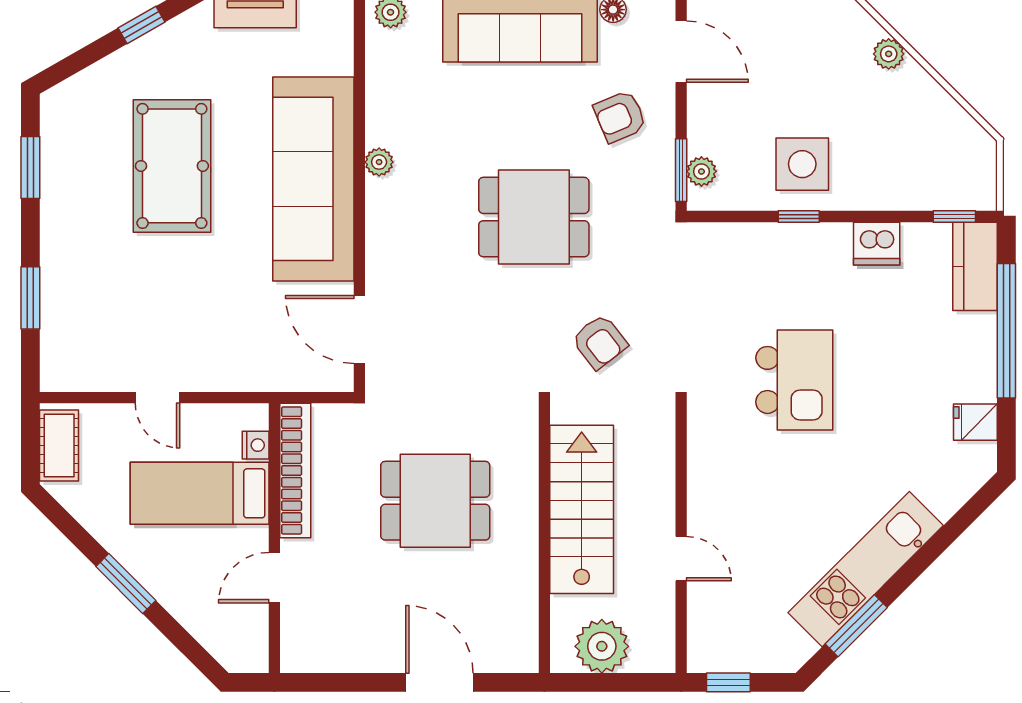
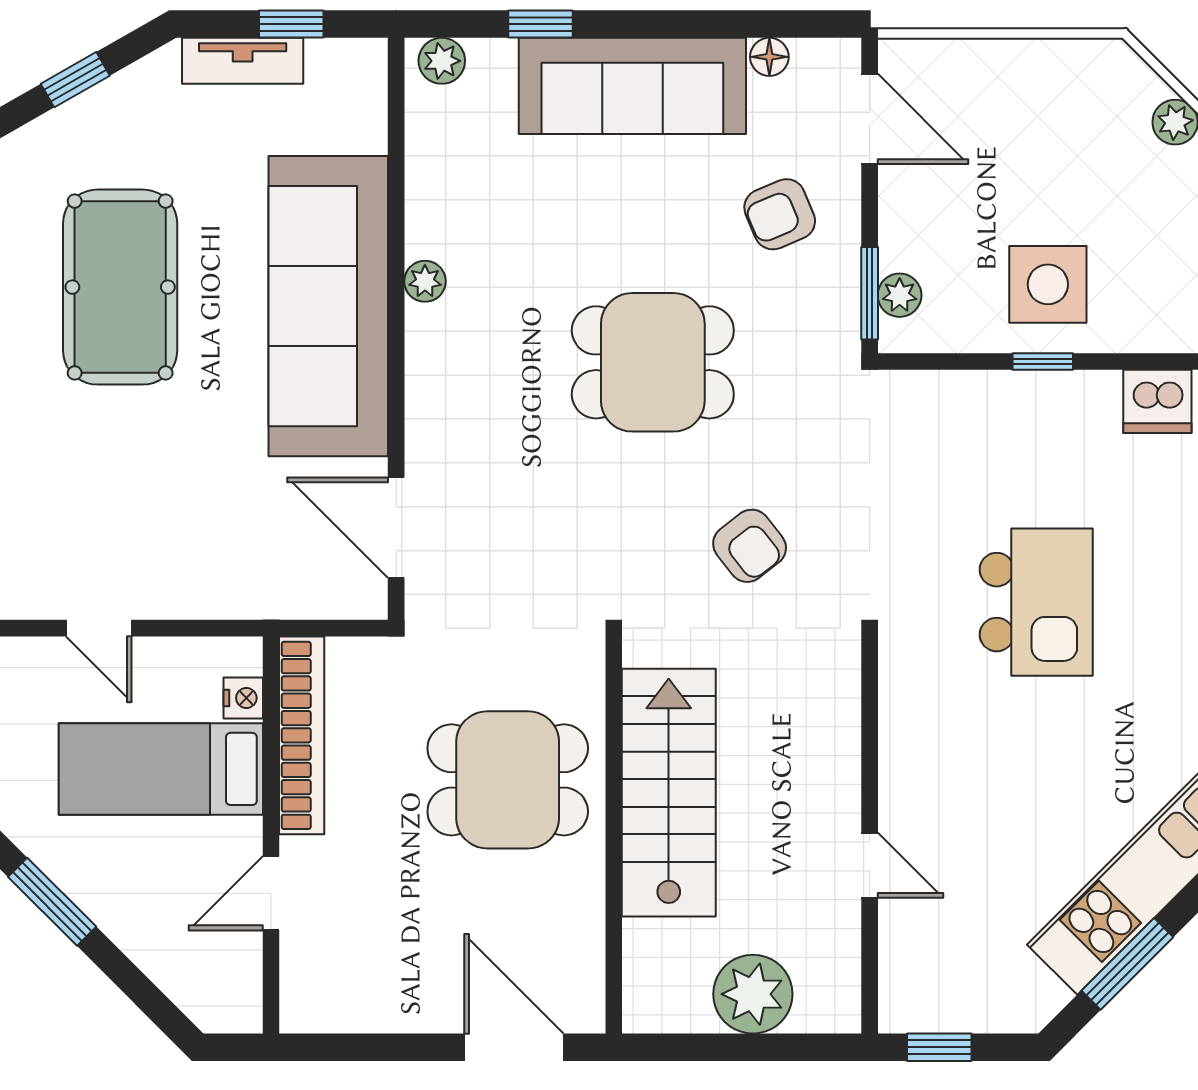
stairs: (582, 509) -> (669, 793), moved
wall: (544, 538) -> (614, 835), moved

